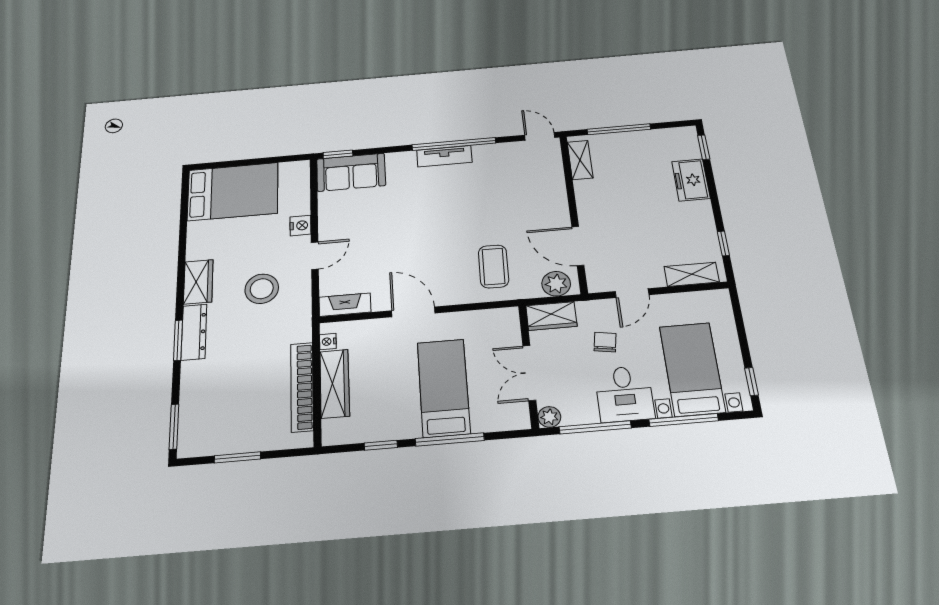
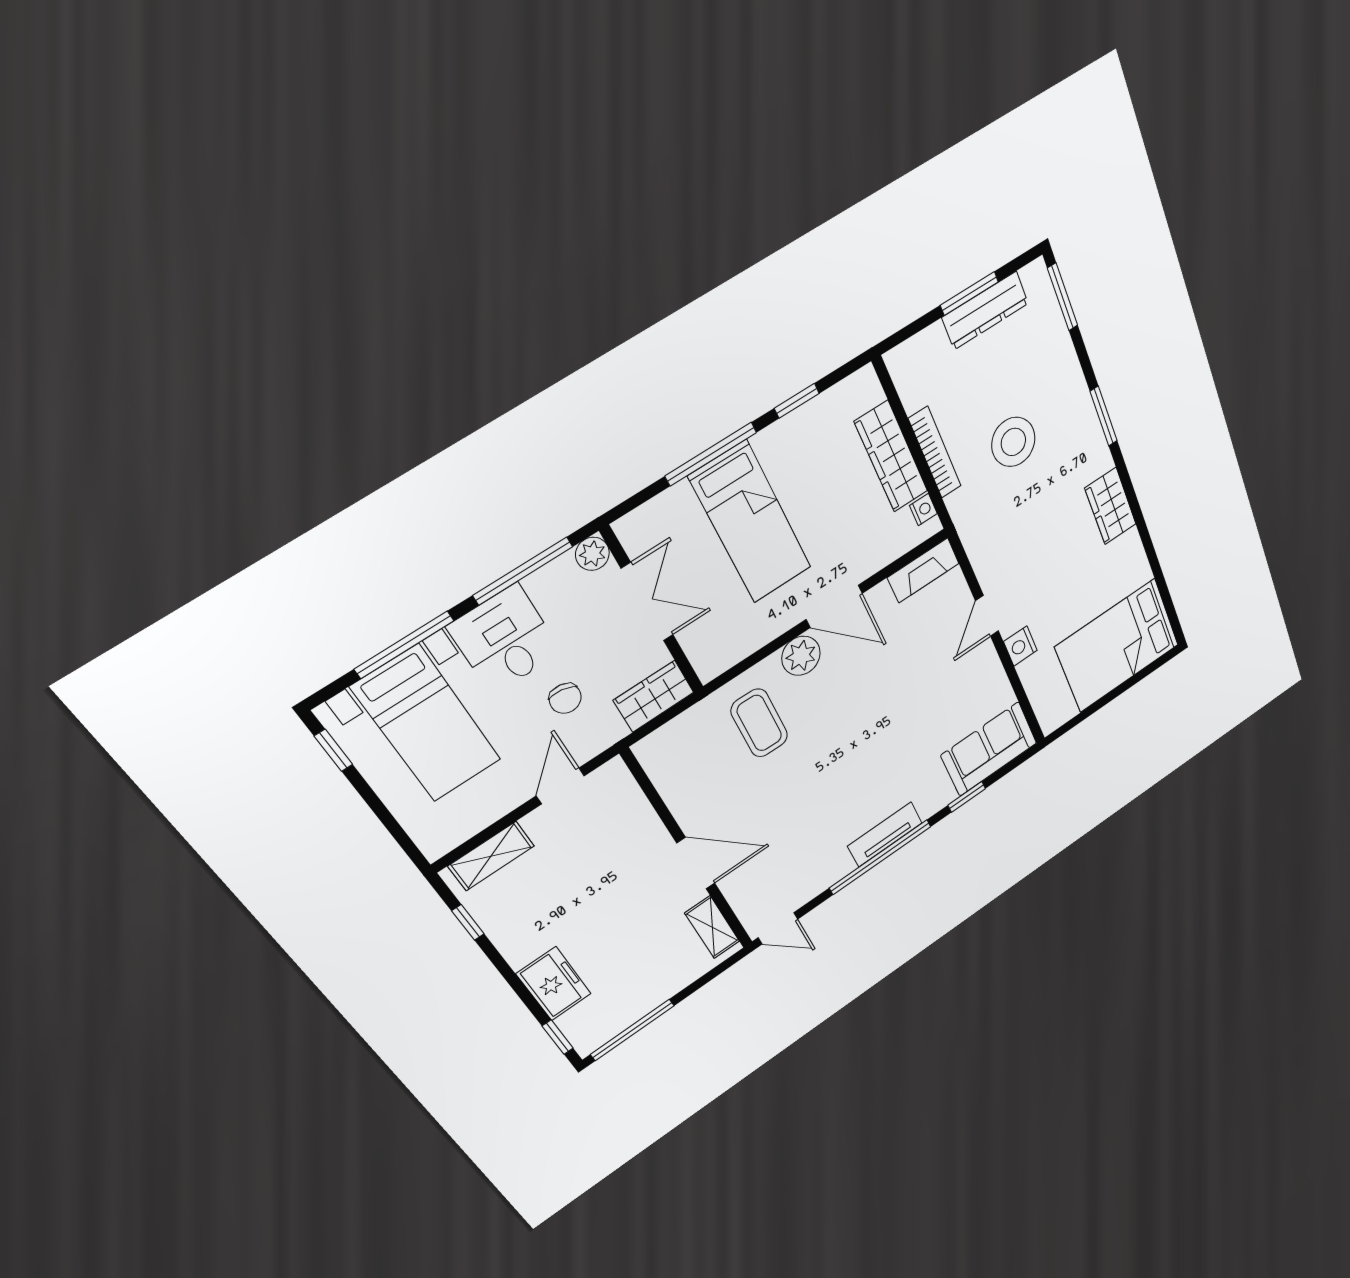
window: (619, 129) -> (632, 1030), moved
window: (338, 154) -> (967, 797), moved
door: (578, 246) -> (696, 863), moved
plant: (556, 284) -> (801, 656), moved
stool: (262, 289) -> (1013, 442), moved
dresser: (194, 332) -> (985, 310), moved, turned -90
bookcase: (302, 387) -> (935, 452), width x0.68, depth x0.76

